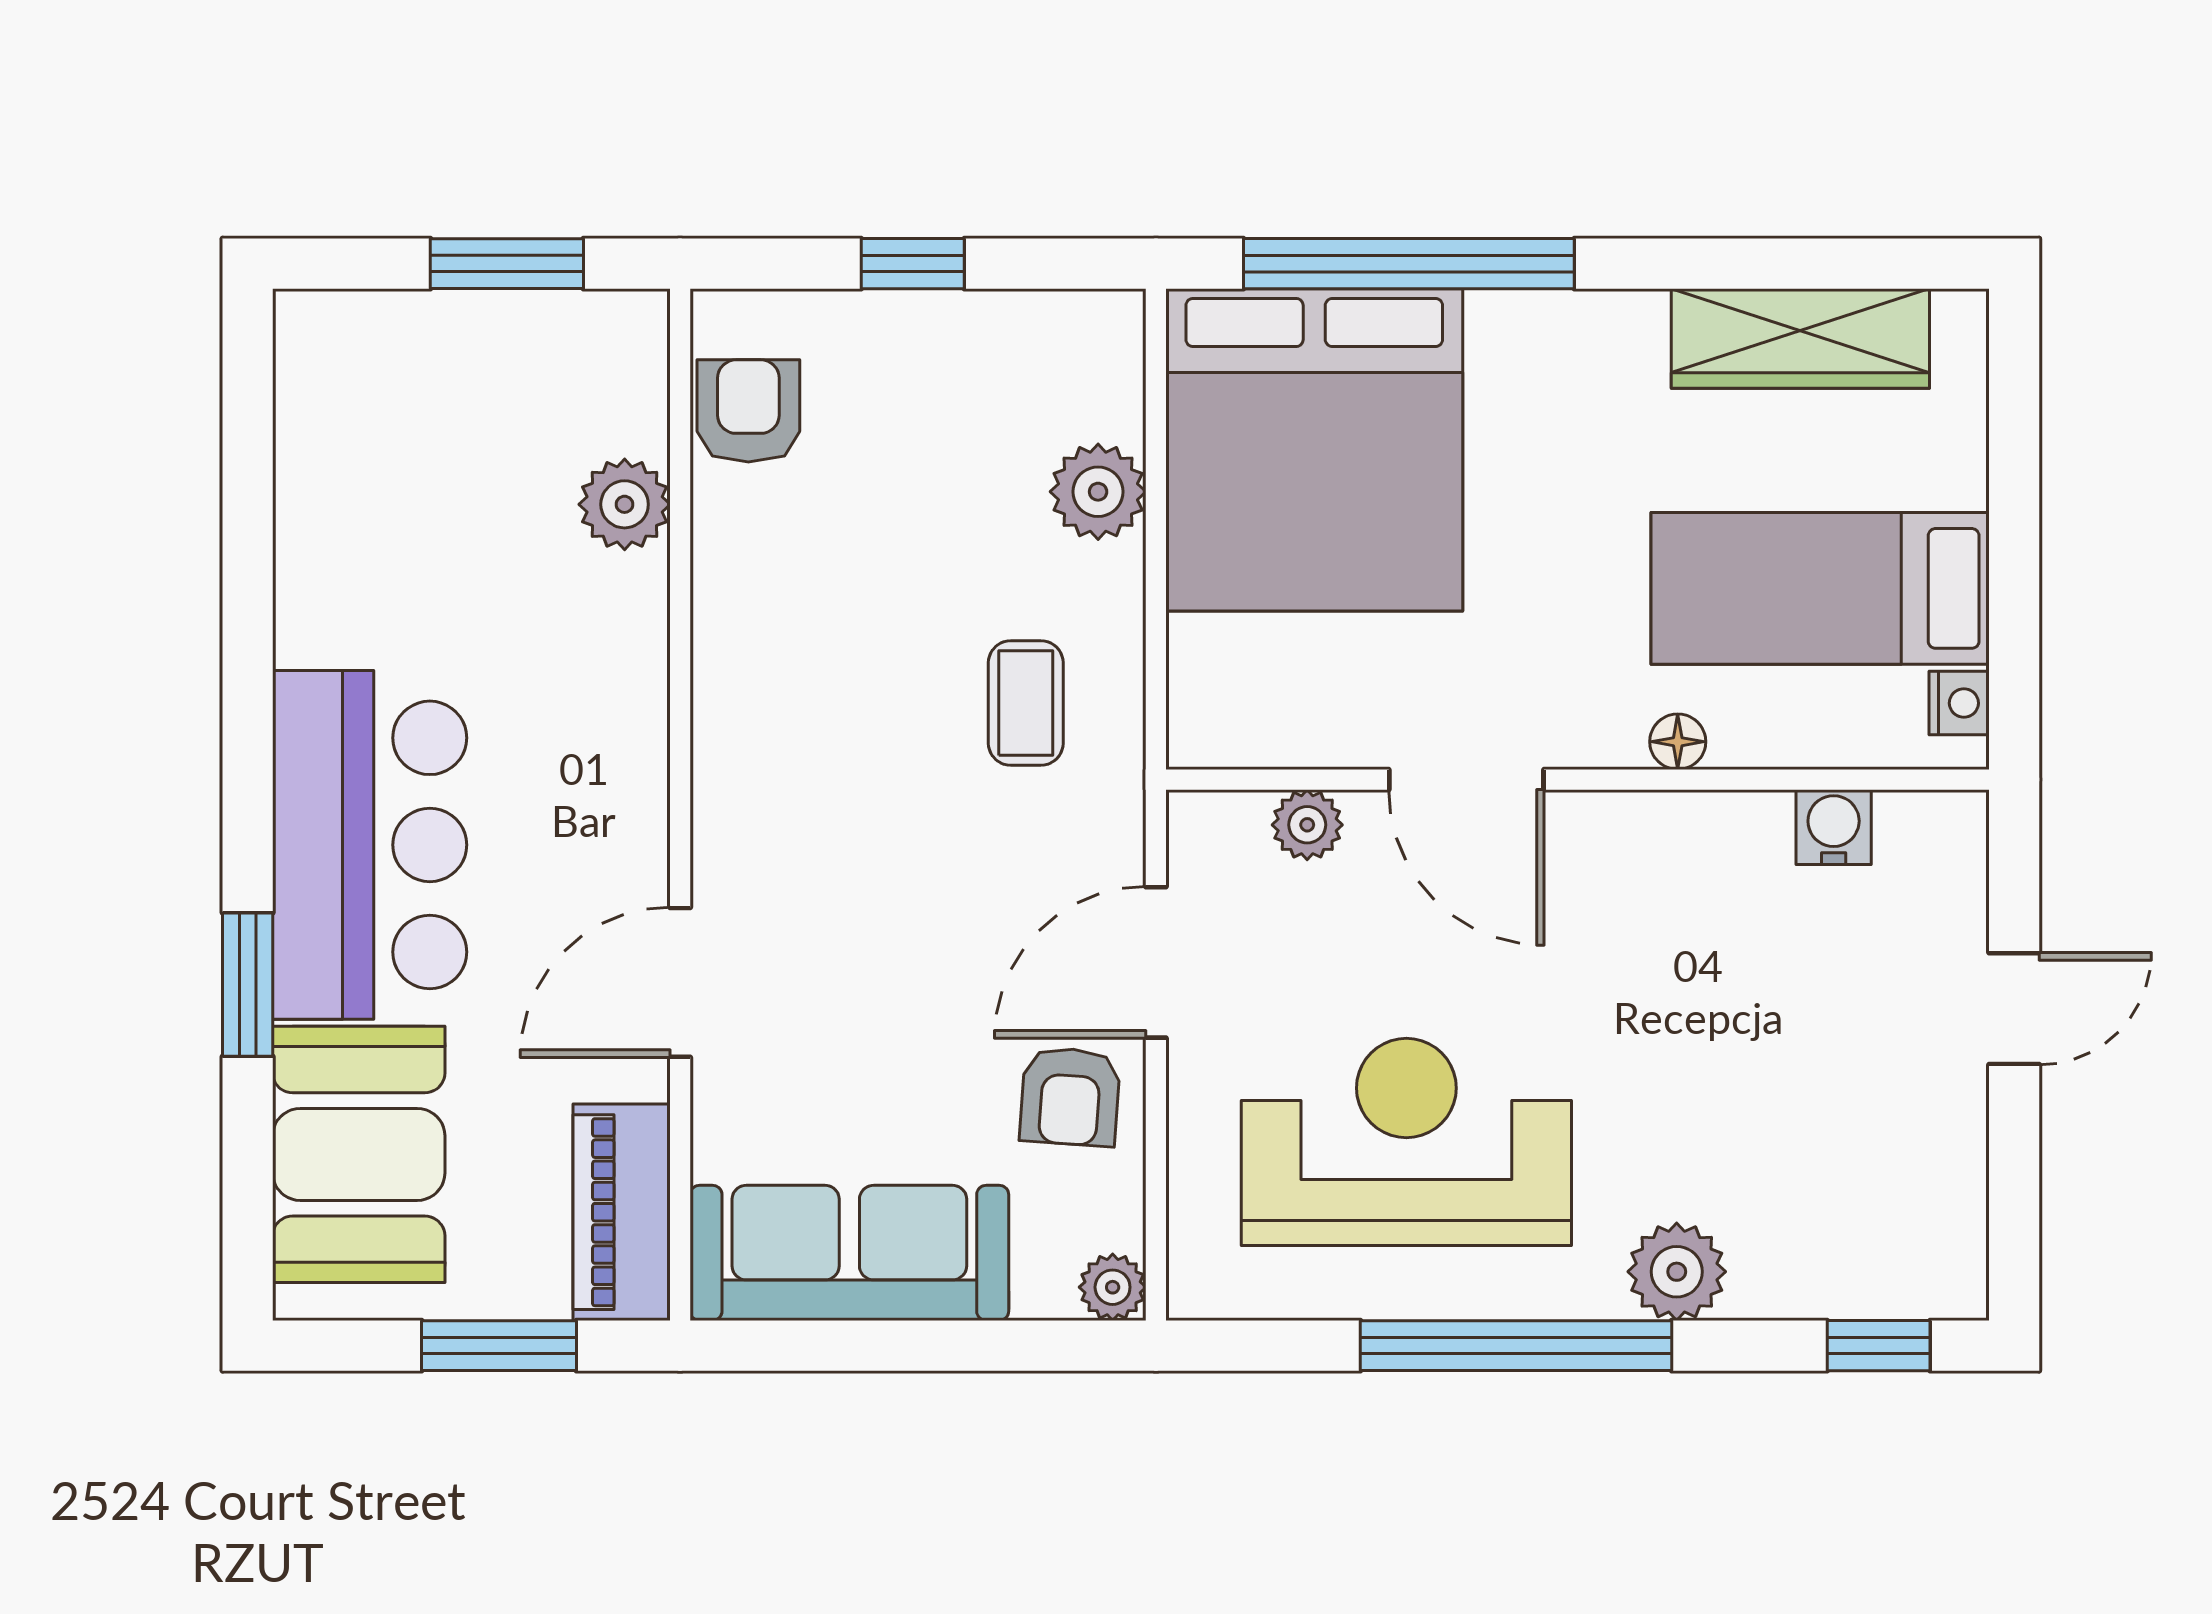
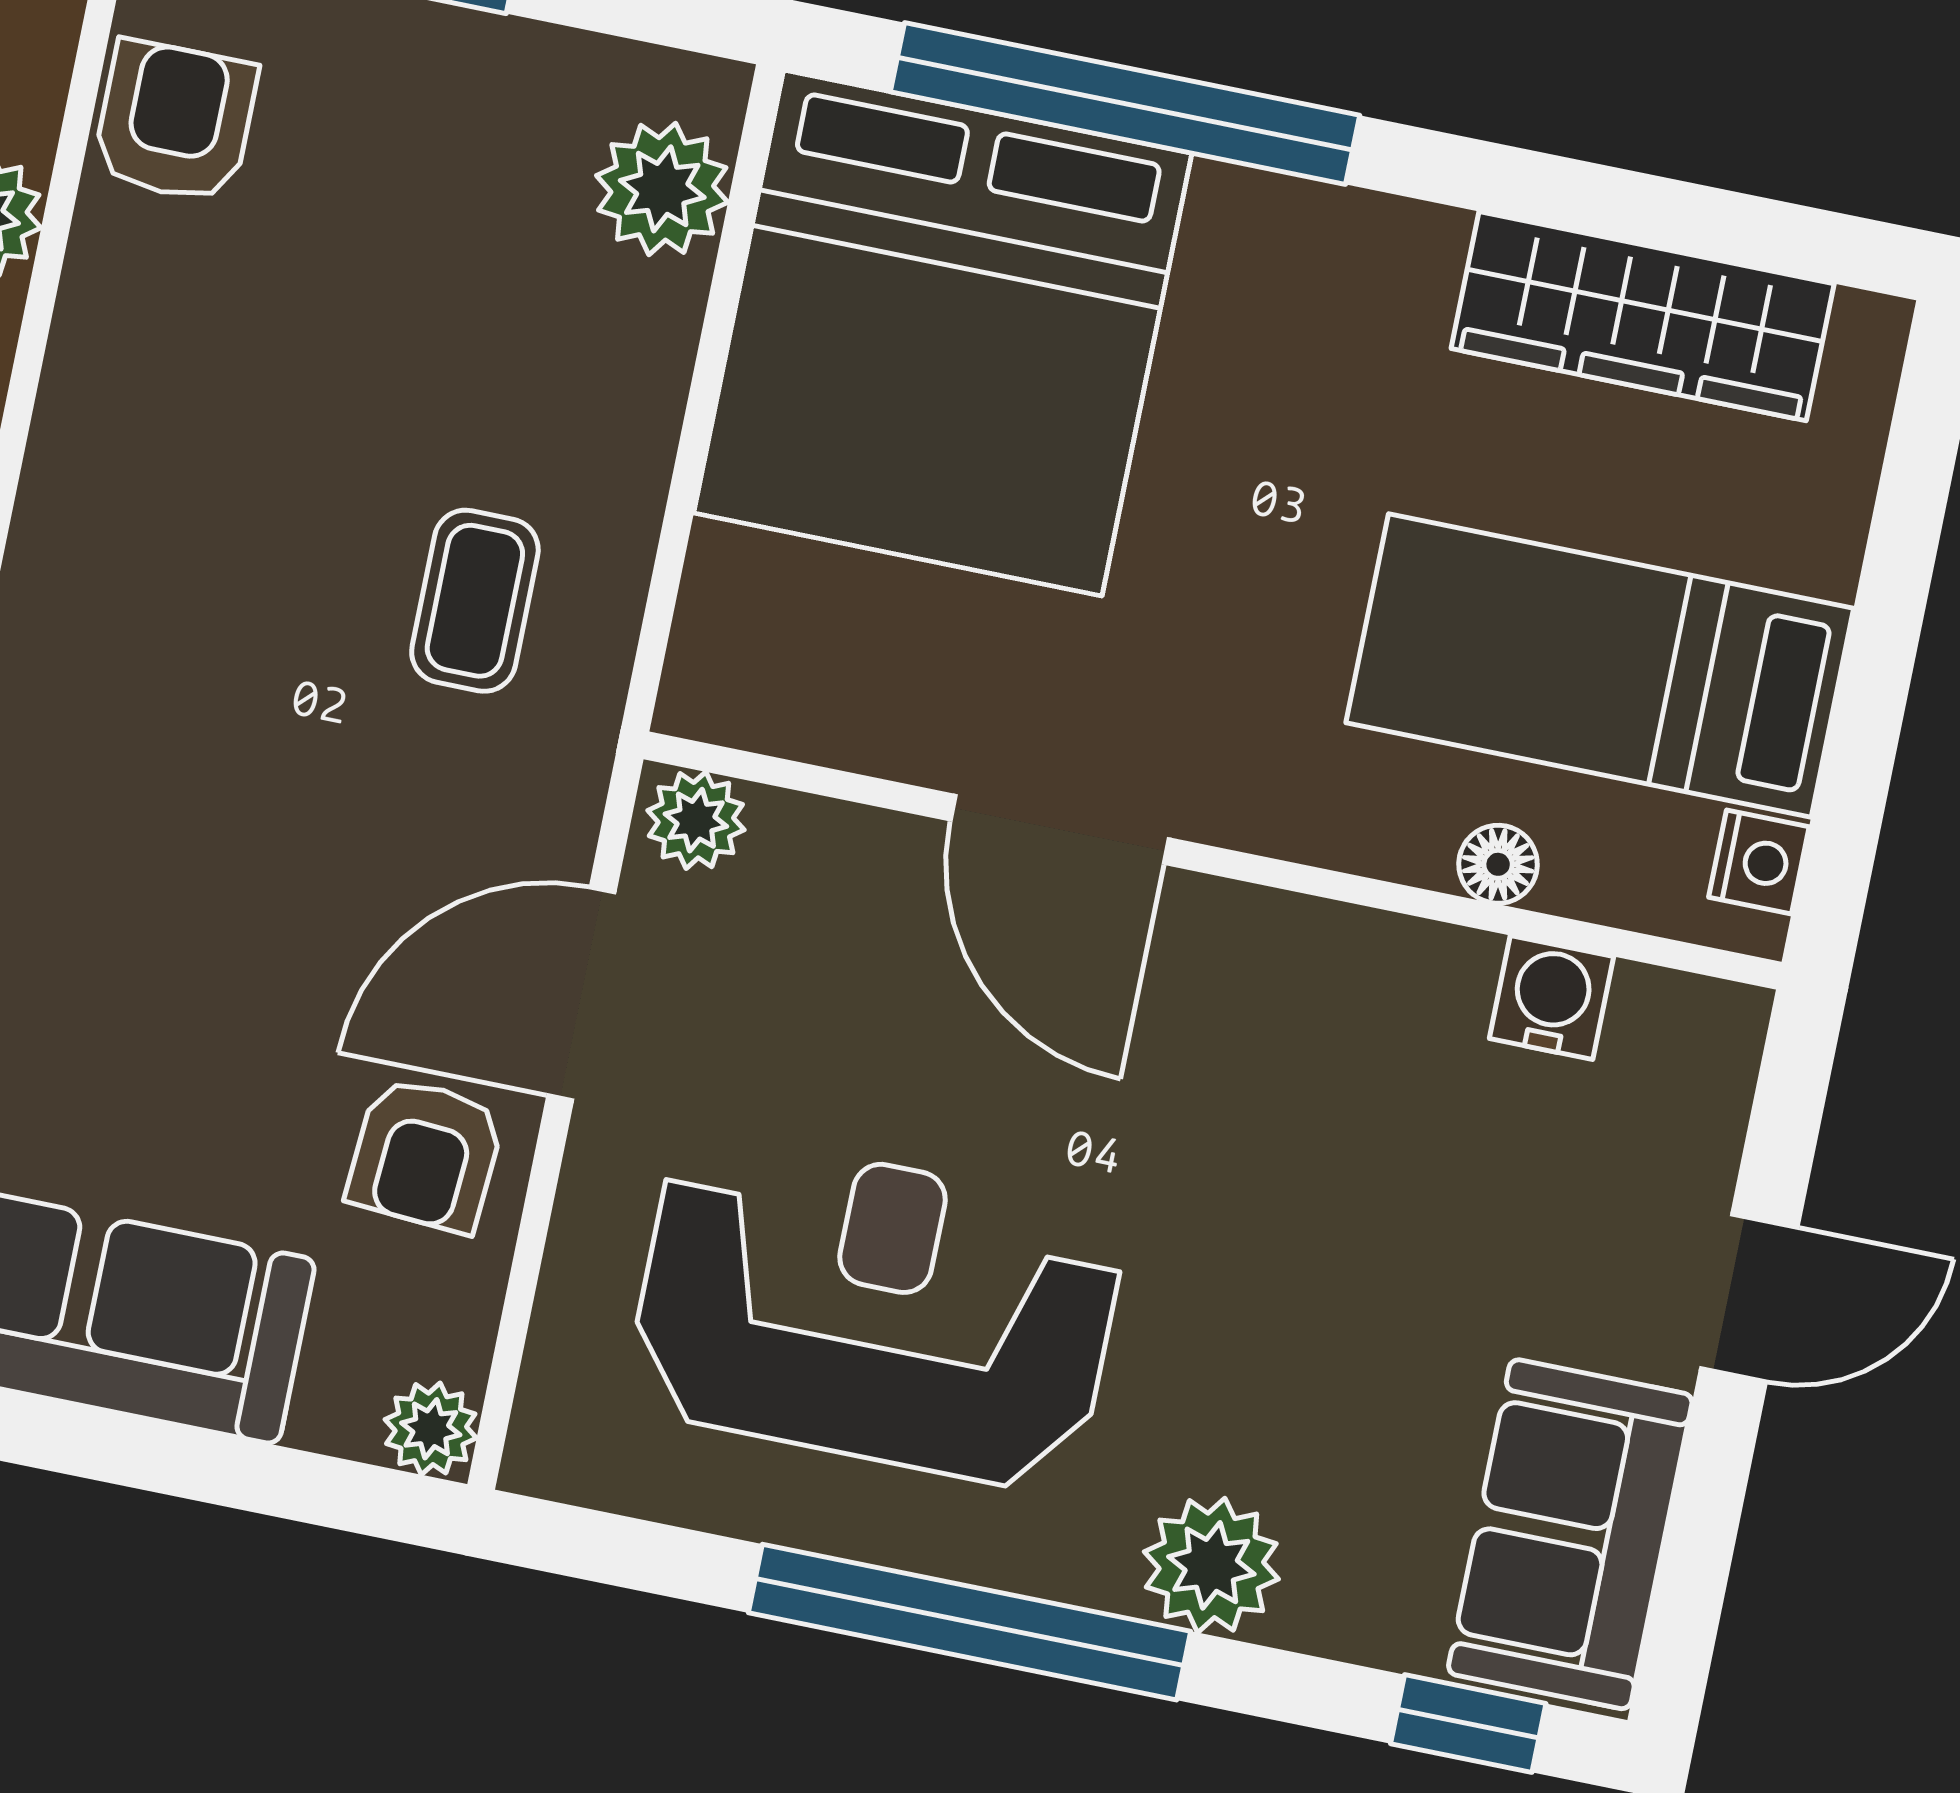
plant: (1098, 492) -> (662, 189), moved
floor lamp: (1678, 742) -> (1498, 864), moved
plant: (1307, 825) -> (696, 820), moved
sofa: (1923, 1199) -> (1570, 1534), added

